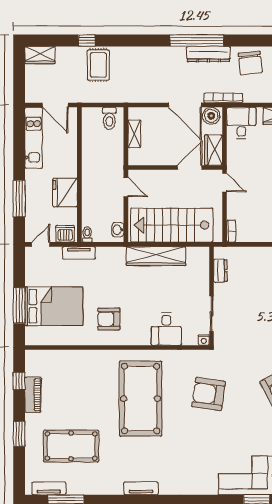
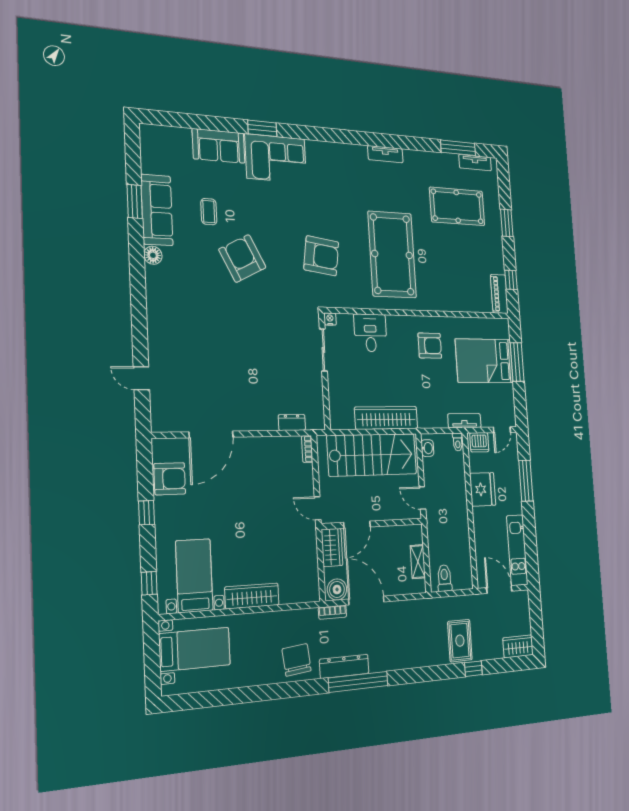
bookcase: (223, 98) -> (332, 612), width x0.64
desk: (241, 123) -> (303, 583), removed
dresser: (220, 271) -> (292, 422), moved, turned 90
piano: (33, 395) -> (499, 294), moved

